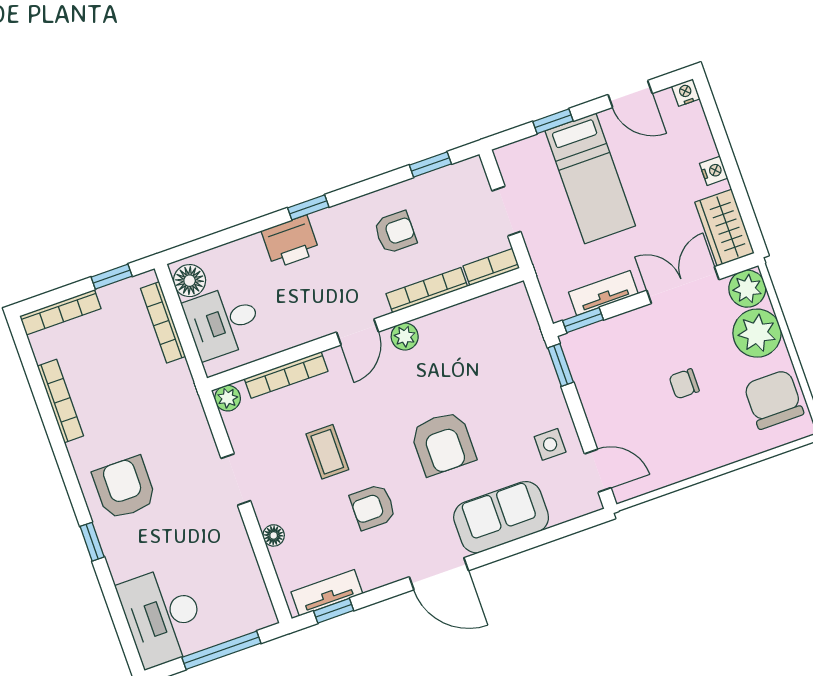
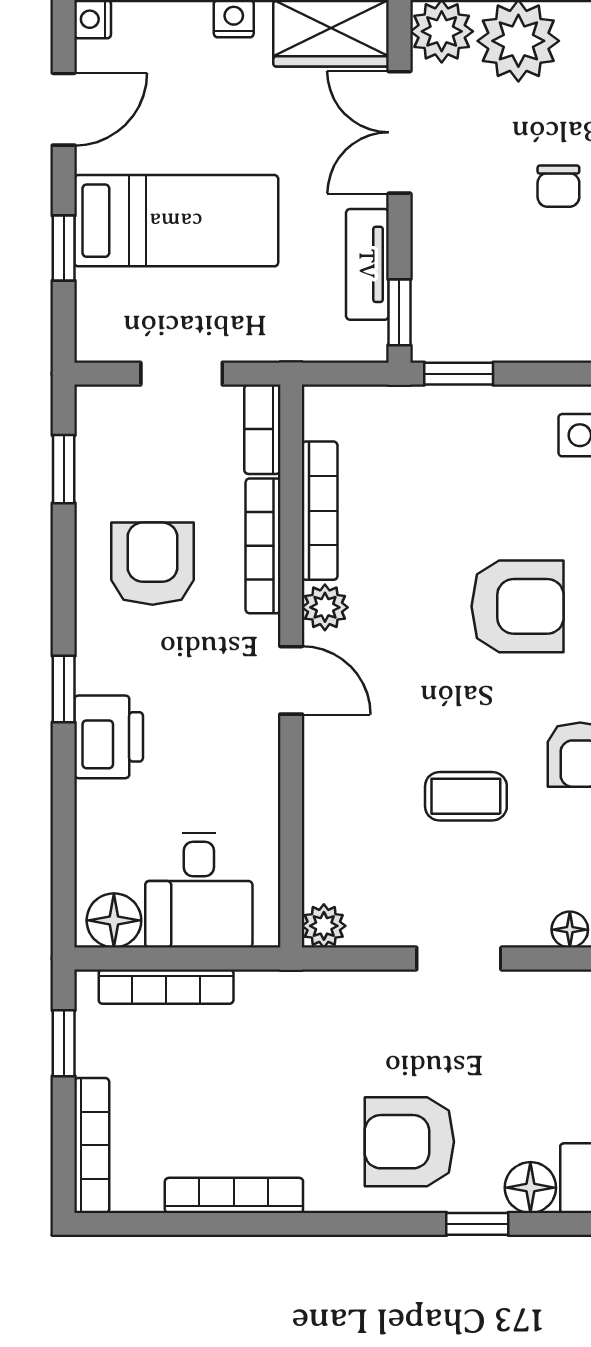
armchair: (395, 232) -> (152, 564), width x1.38, depth x1.38
bookcase: (286, 375) -> (320, 511), moved
floor lamp: (123, 564) -> (530, 1188), added

